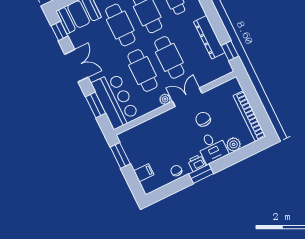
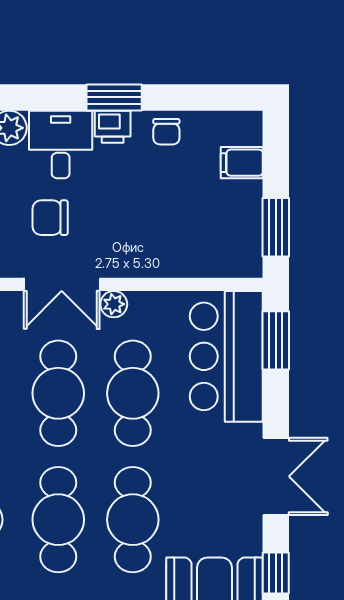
double door: (76, 66) -> (276, 476), swing flipped
window: (96, 105) -> (276, 340), moved
chair: (203, 119) -> (50, 218), turned 92

